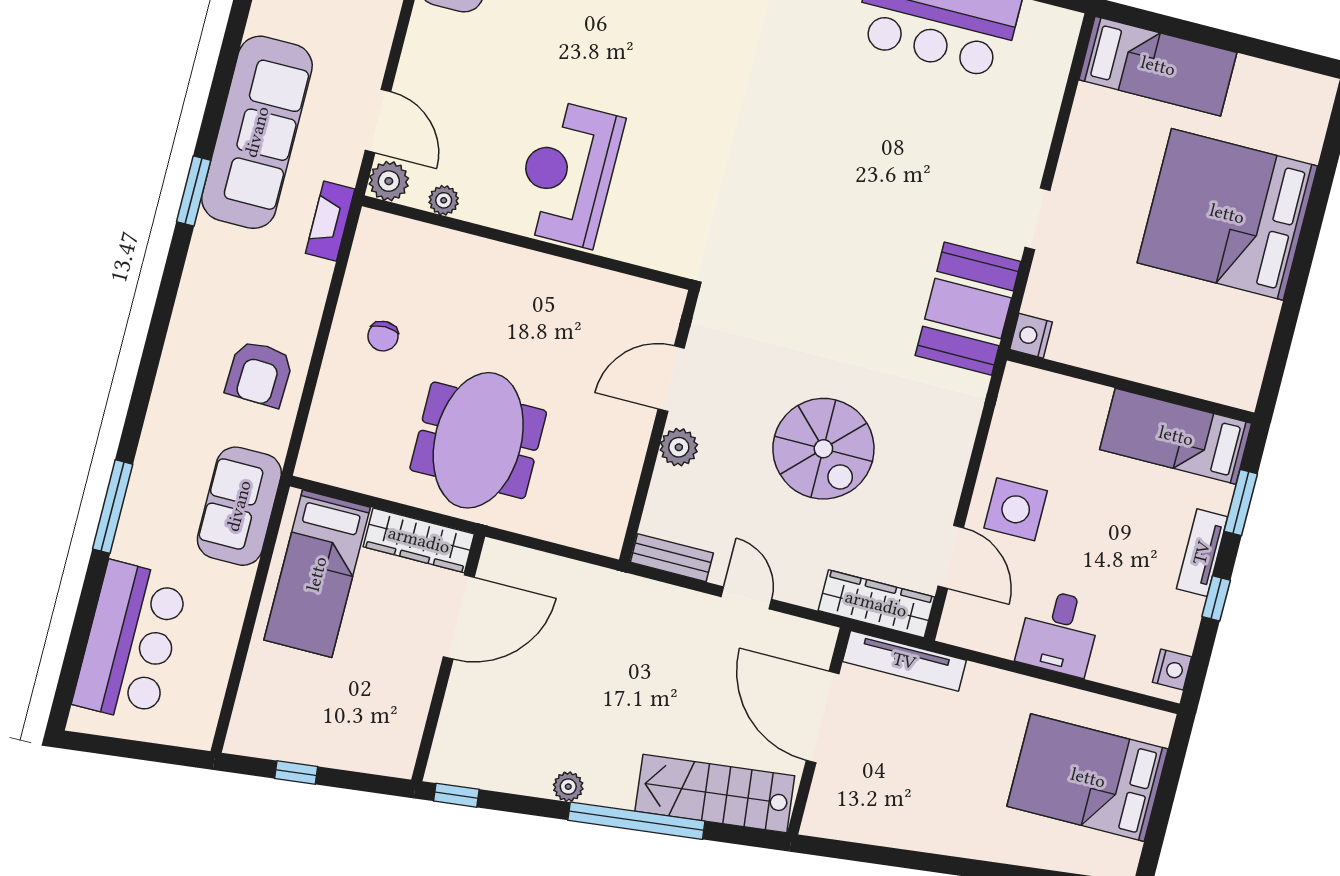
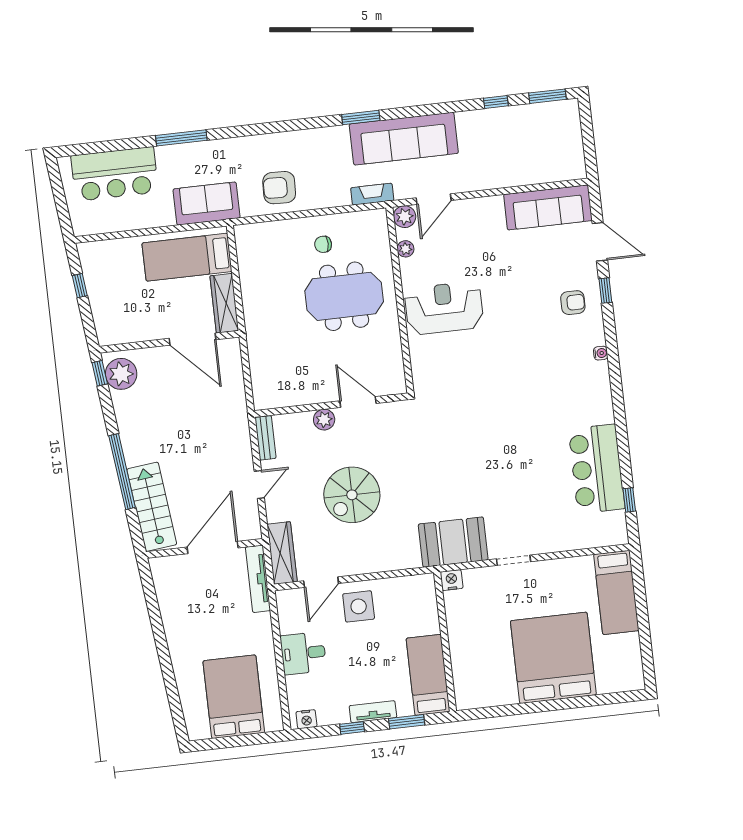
meeting table: (478, 440) -> (344, 296), moved
plant: (568, 787) -> (121, 374), moved, width x1.87, depth x1.87

